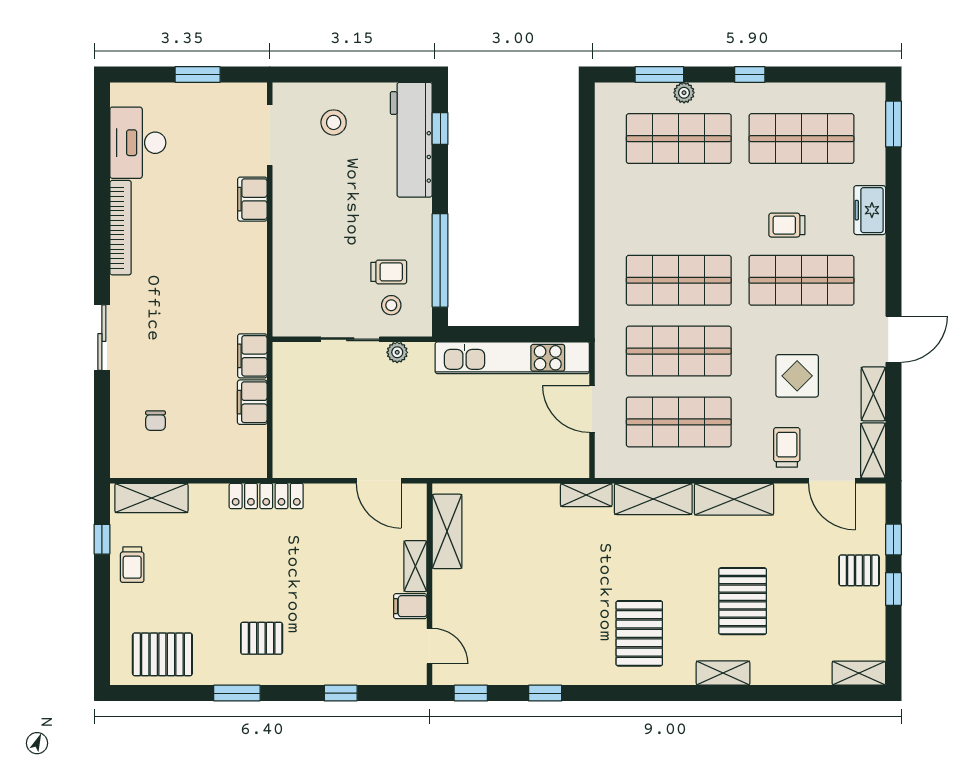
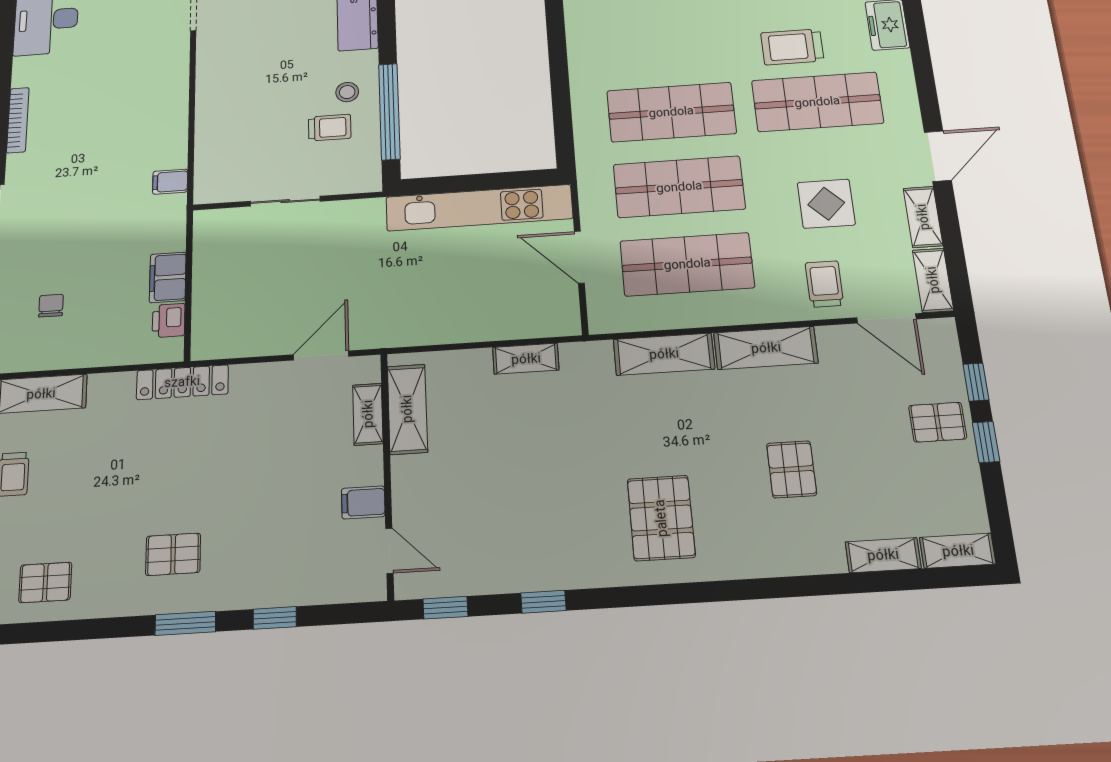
filing cabinet: (252, 199) -> (173, 65), removed
trolley: (787, 225) -> (792, 47), width x1.36, depth x1.39
bookcase: (121, 228) -> (18, 120), width x0.68, depth x0.76
stool: (391, 305) -> (347, 92), moved
plant: (397, 352) -> (341, 211), removed
filing cabinet: (252, 356) -> (170, 182), moved, width x0.50
chair: (156, 421) -> (51, 306), turned 180
printer: (254, 441) -> (169, 320), added
door: (379, 481) -> (321, 356), swing flipped
shelving: (586, 495) -> (526, 359), moved
shelving: (415, 566) -> (368, 414), moved
pallet: (743, 601) -> (792, 469), width x0.67, depth x0.71
pallet: (162, 654) -> (45, 582), width x0.67, depth x0.71
shelving: (723, 673) -> (883, 555), moved
window: (237, 693) -> (185, 623), moved

